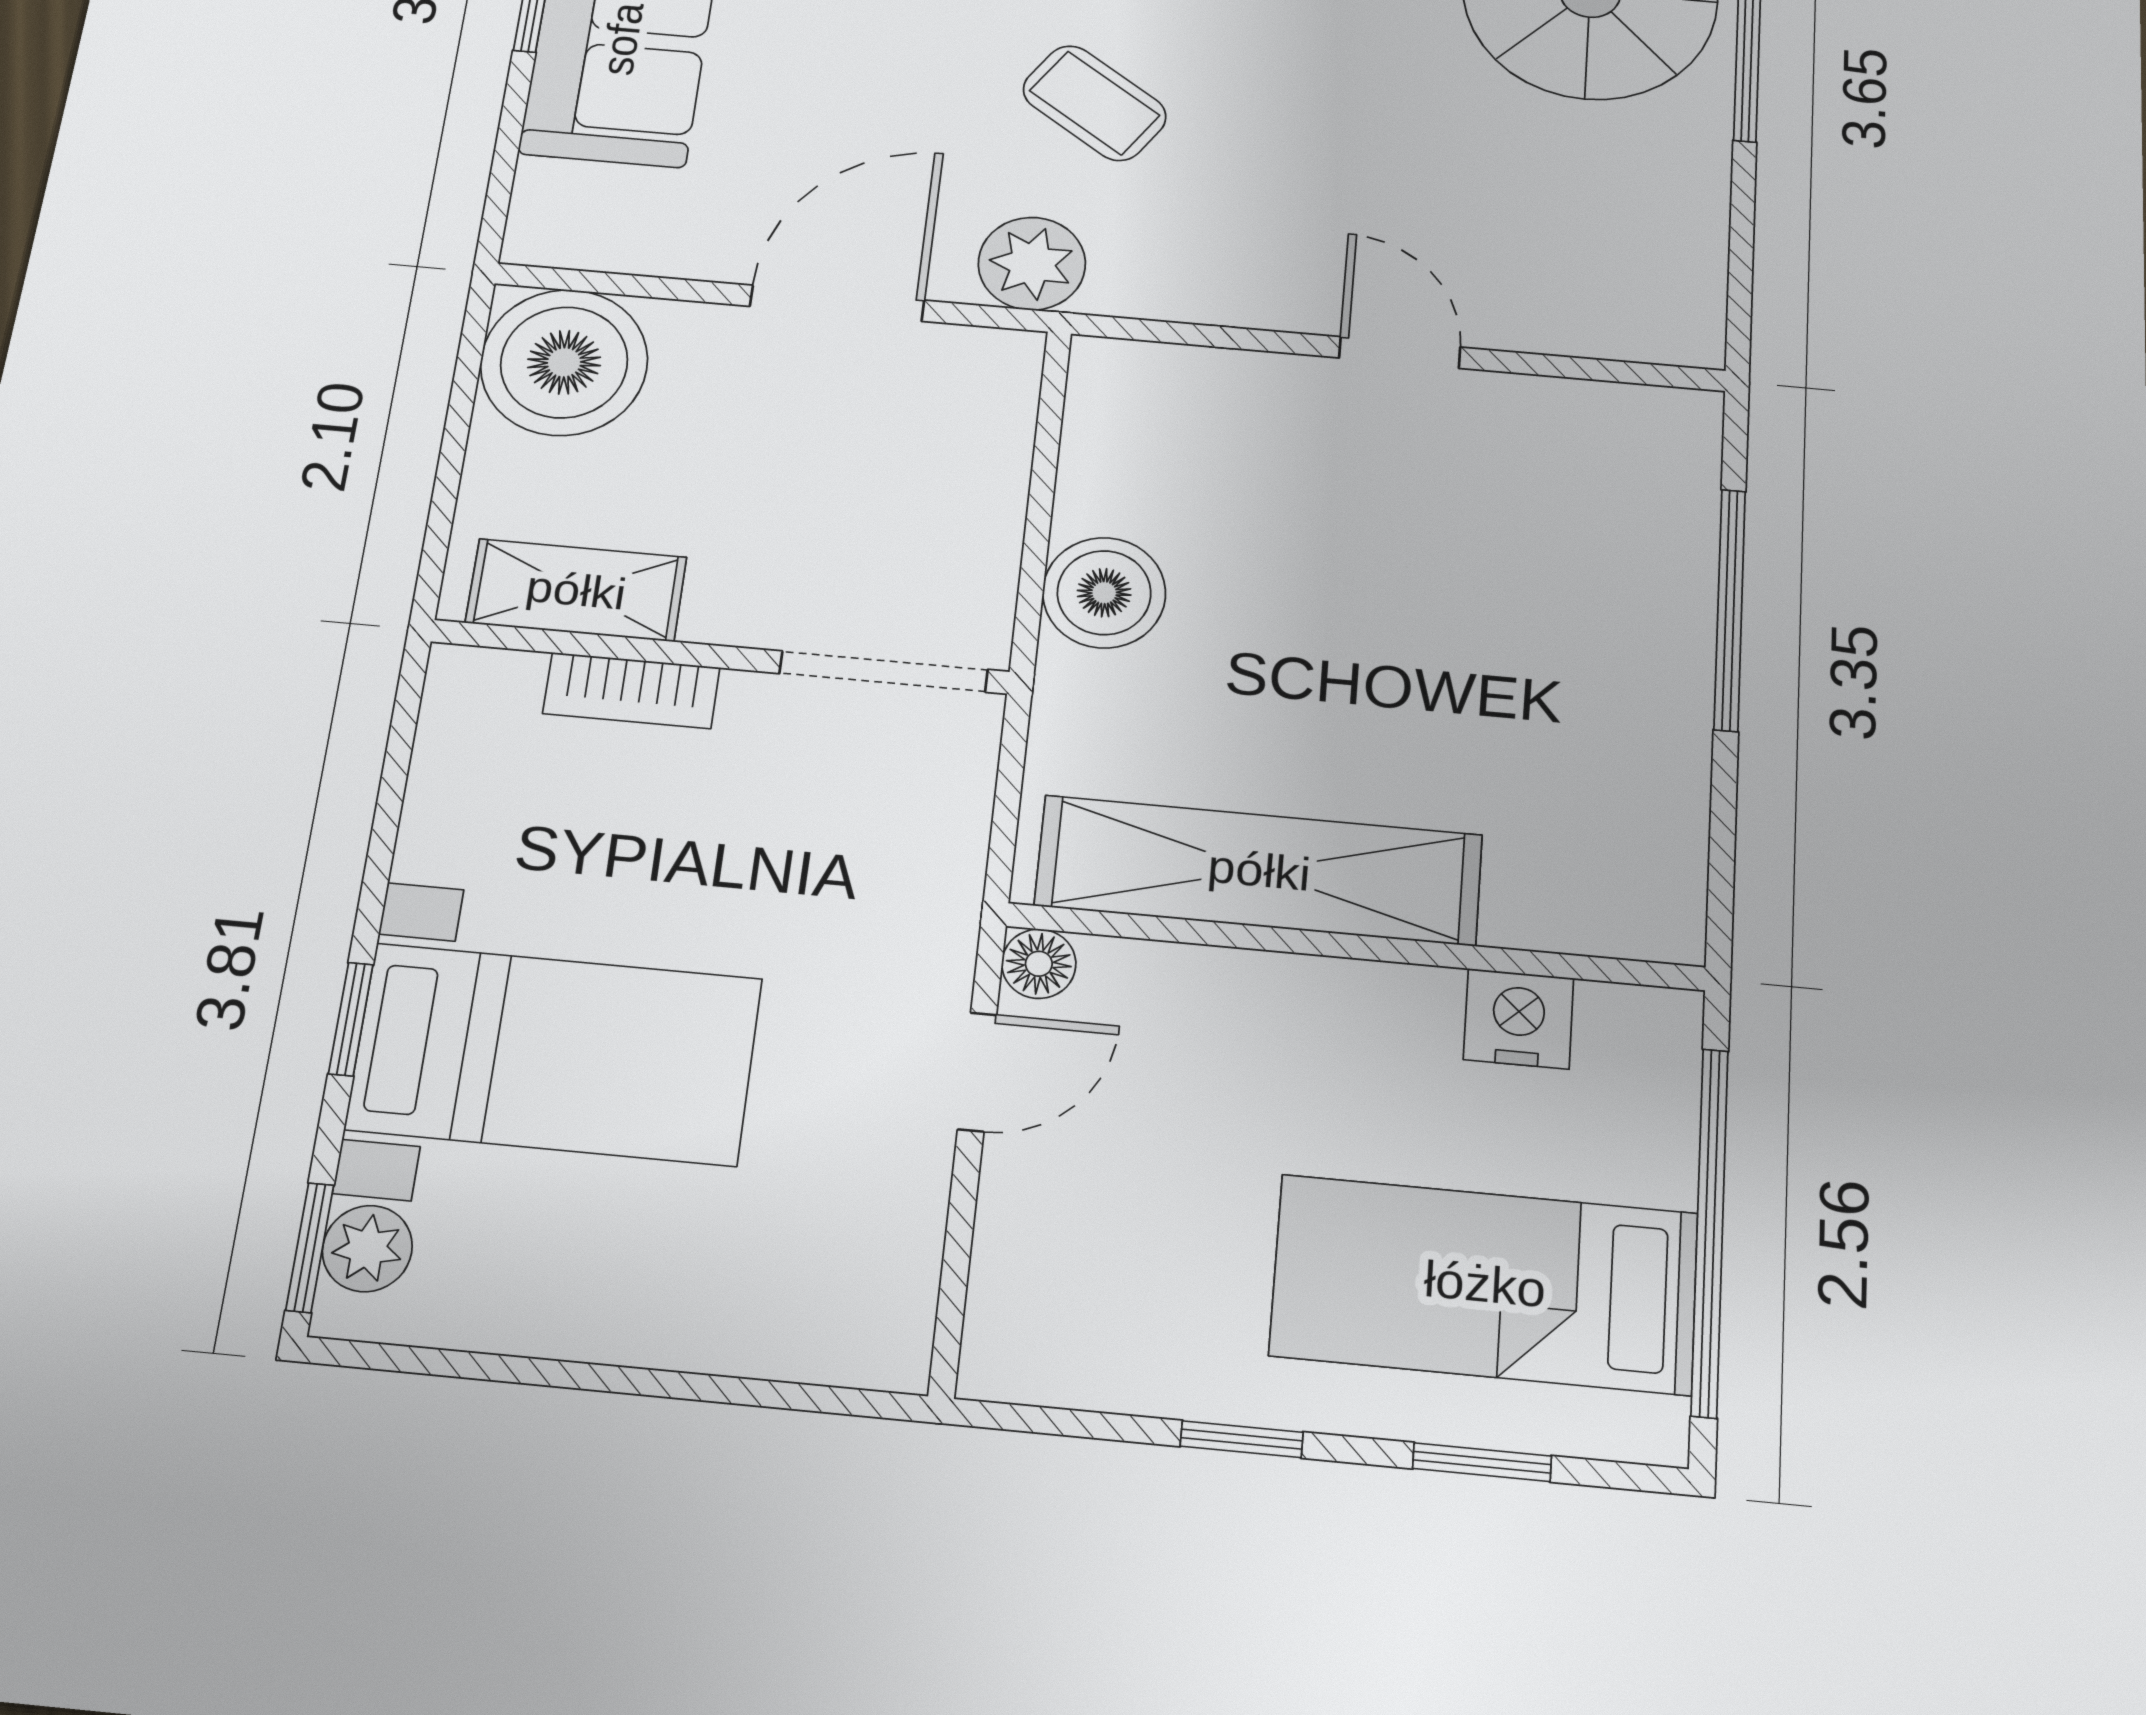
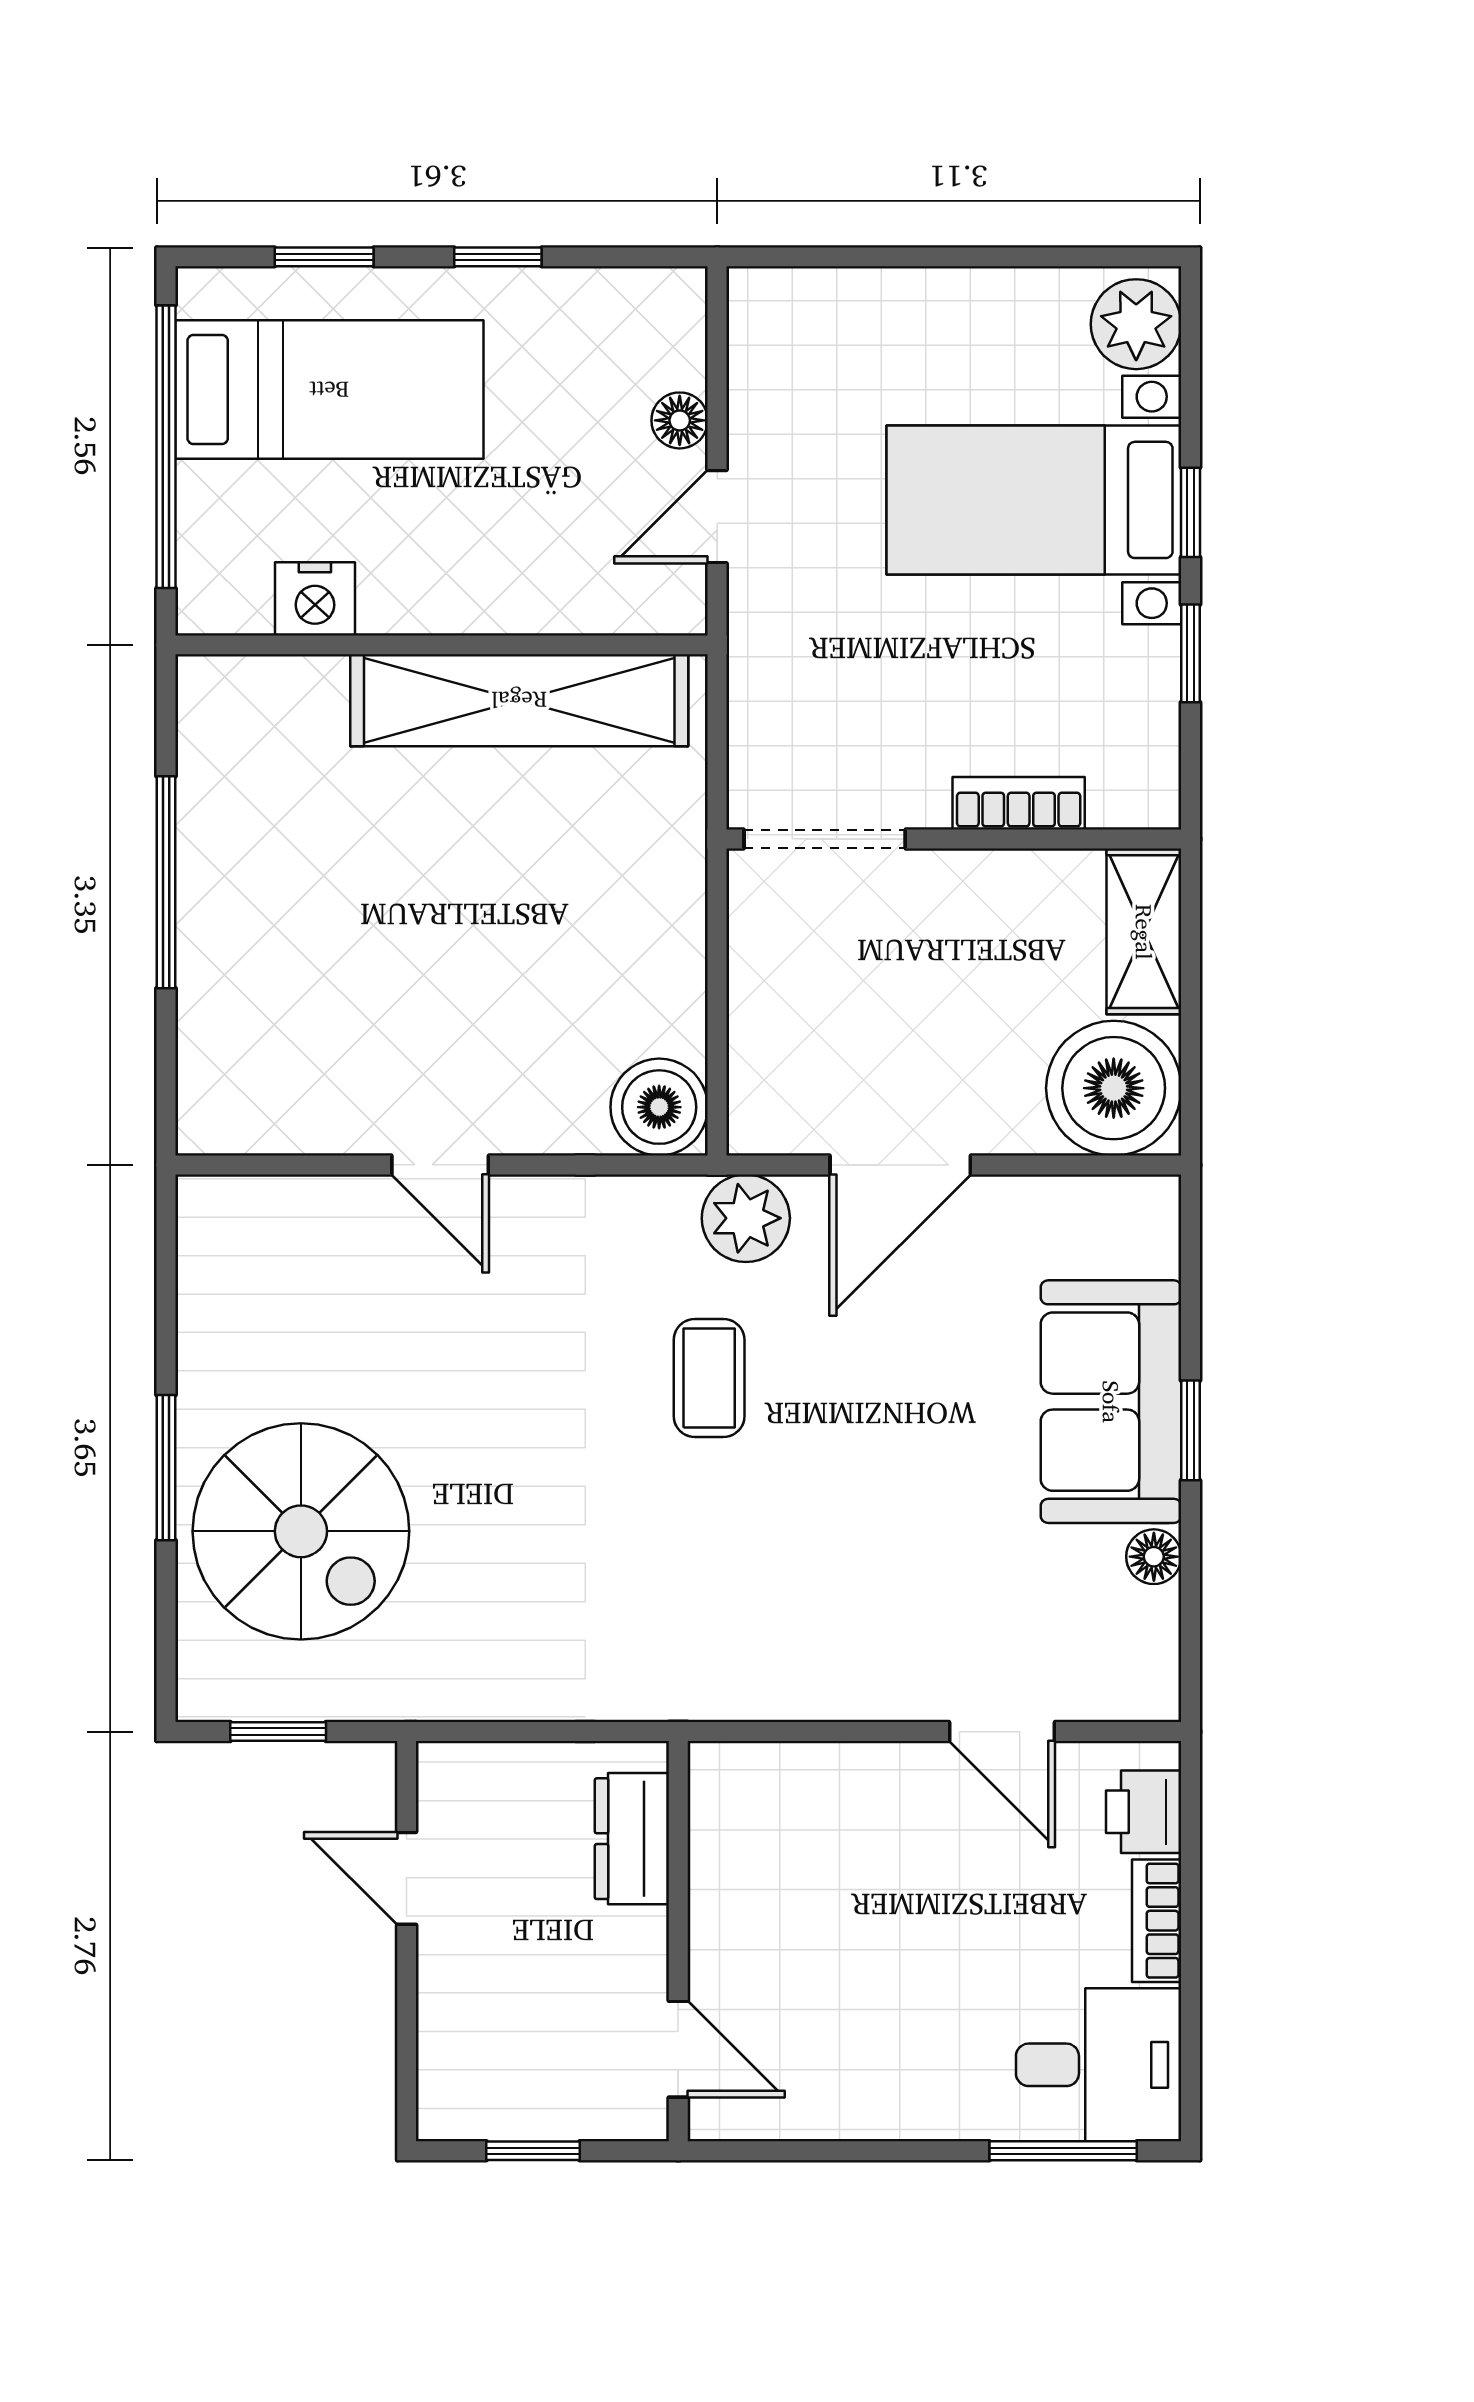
coffee table: (1095, 103) -> (709, 1378), turned 56
shelving: (576, 590) -> (1144, 932), moved, turned 90
boiler: (1104, 593) -> (659, 1107), moved
window: (1730, 609) -> (166, 882), moved
floor lamp: (1039, 964) -> (680, 420), moved
window: (310, 1248) -> (1191, 653), moved
plant: (367, 1249) -> (1136, 324), width x1.38, depth x1.38

